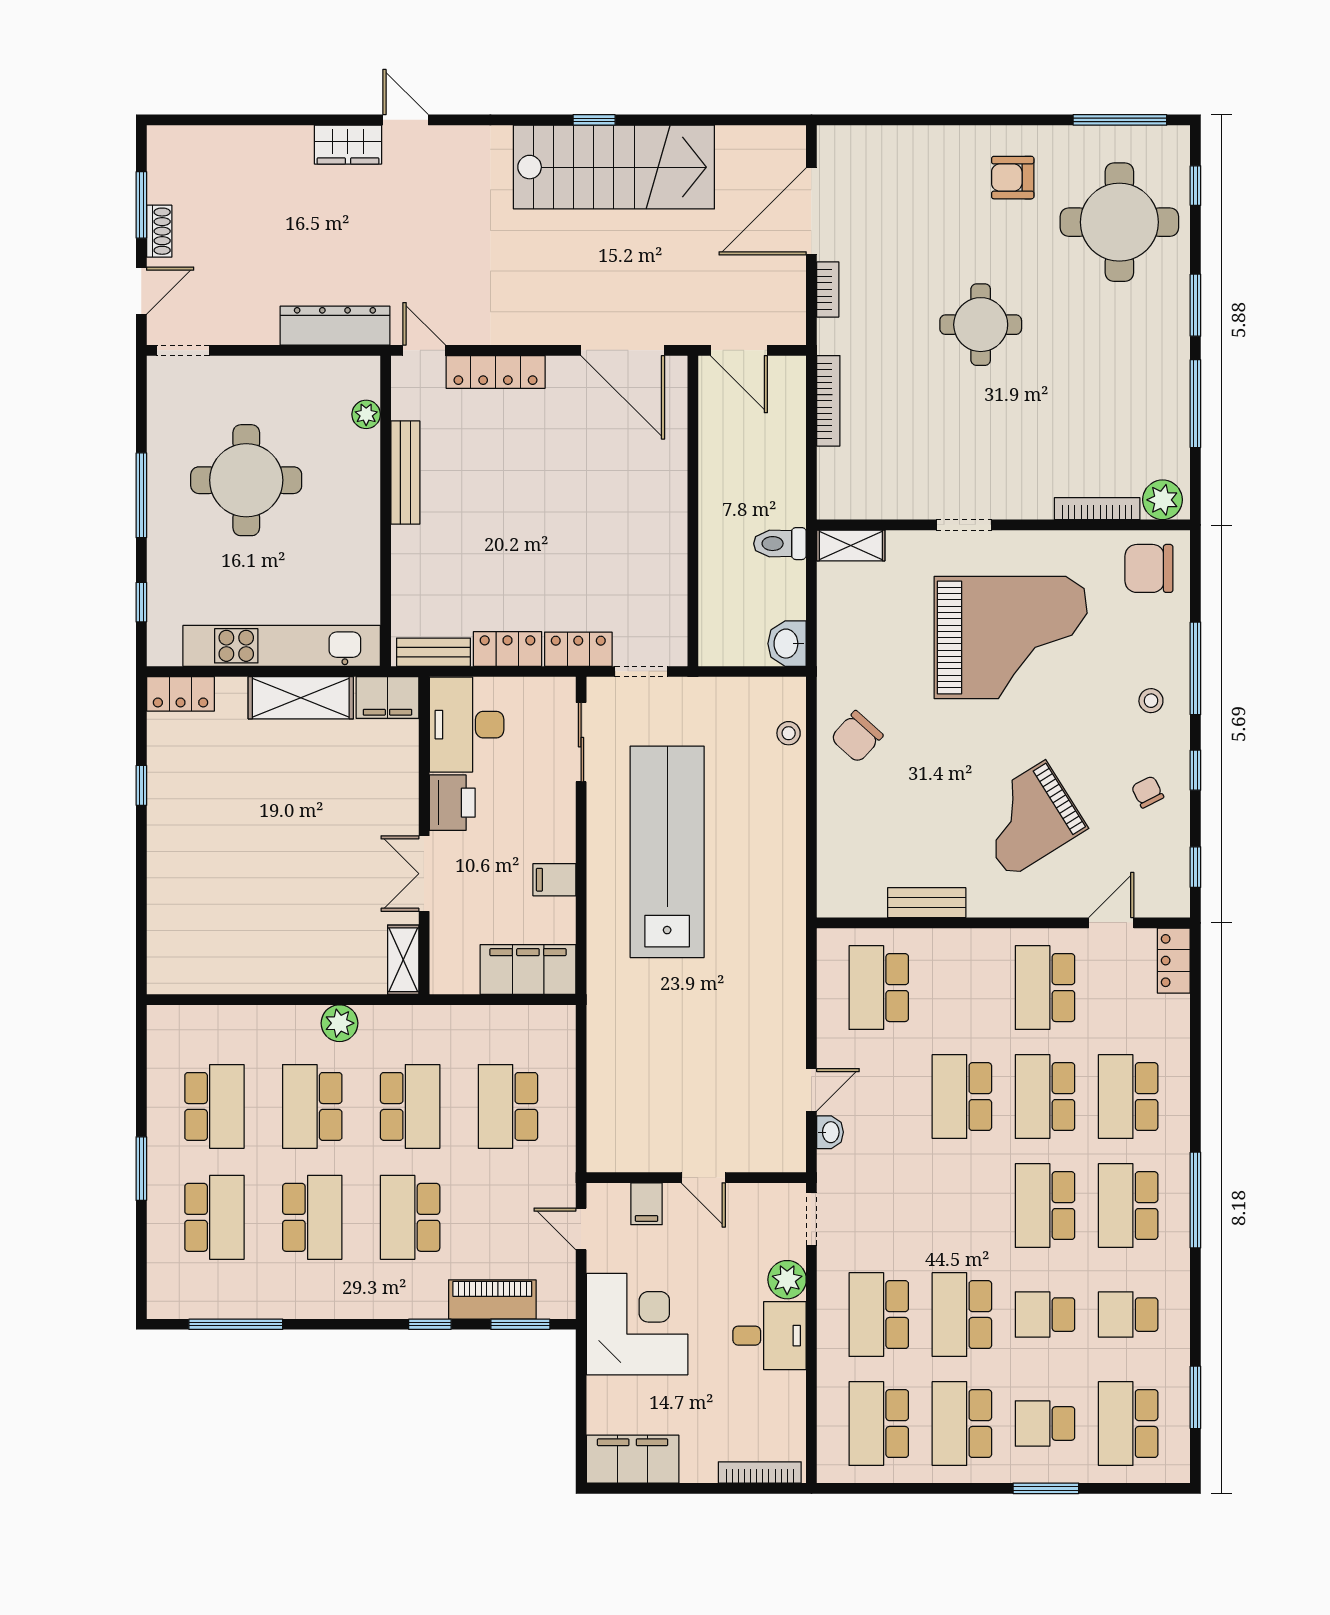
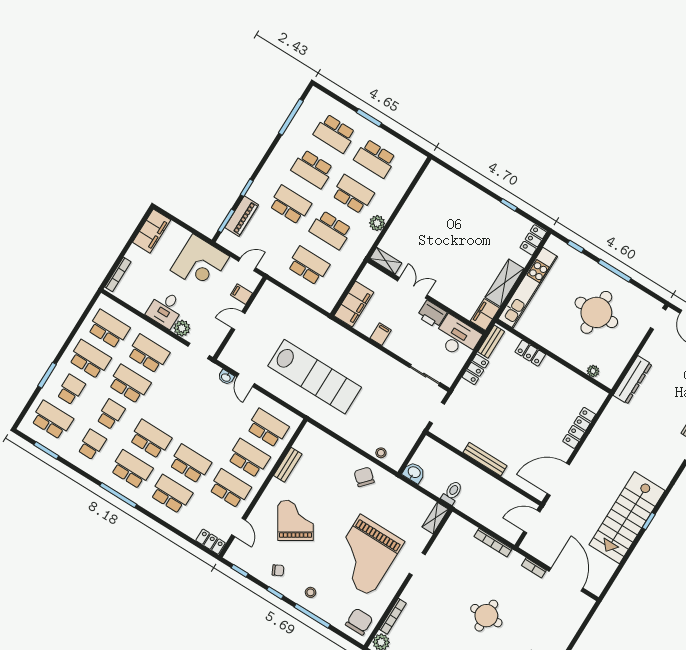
door: (424, 350) -> (603, 407), removed
bench: (405, 473) -> (485, 459), moved
locker: (578, 649) -> (530, 353), moved, turned 90
lab bench: (667, 852) -> (315, 377), moved
school desk: (962, 1097) -> (249, 458), moved

